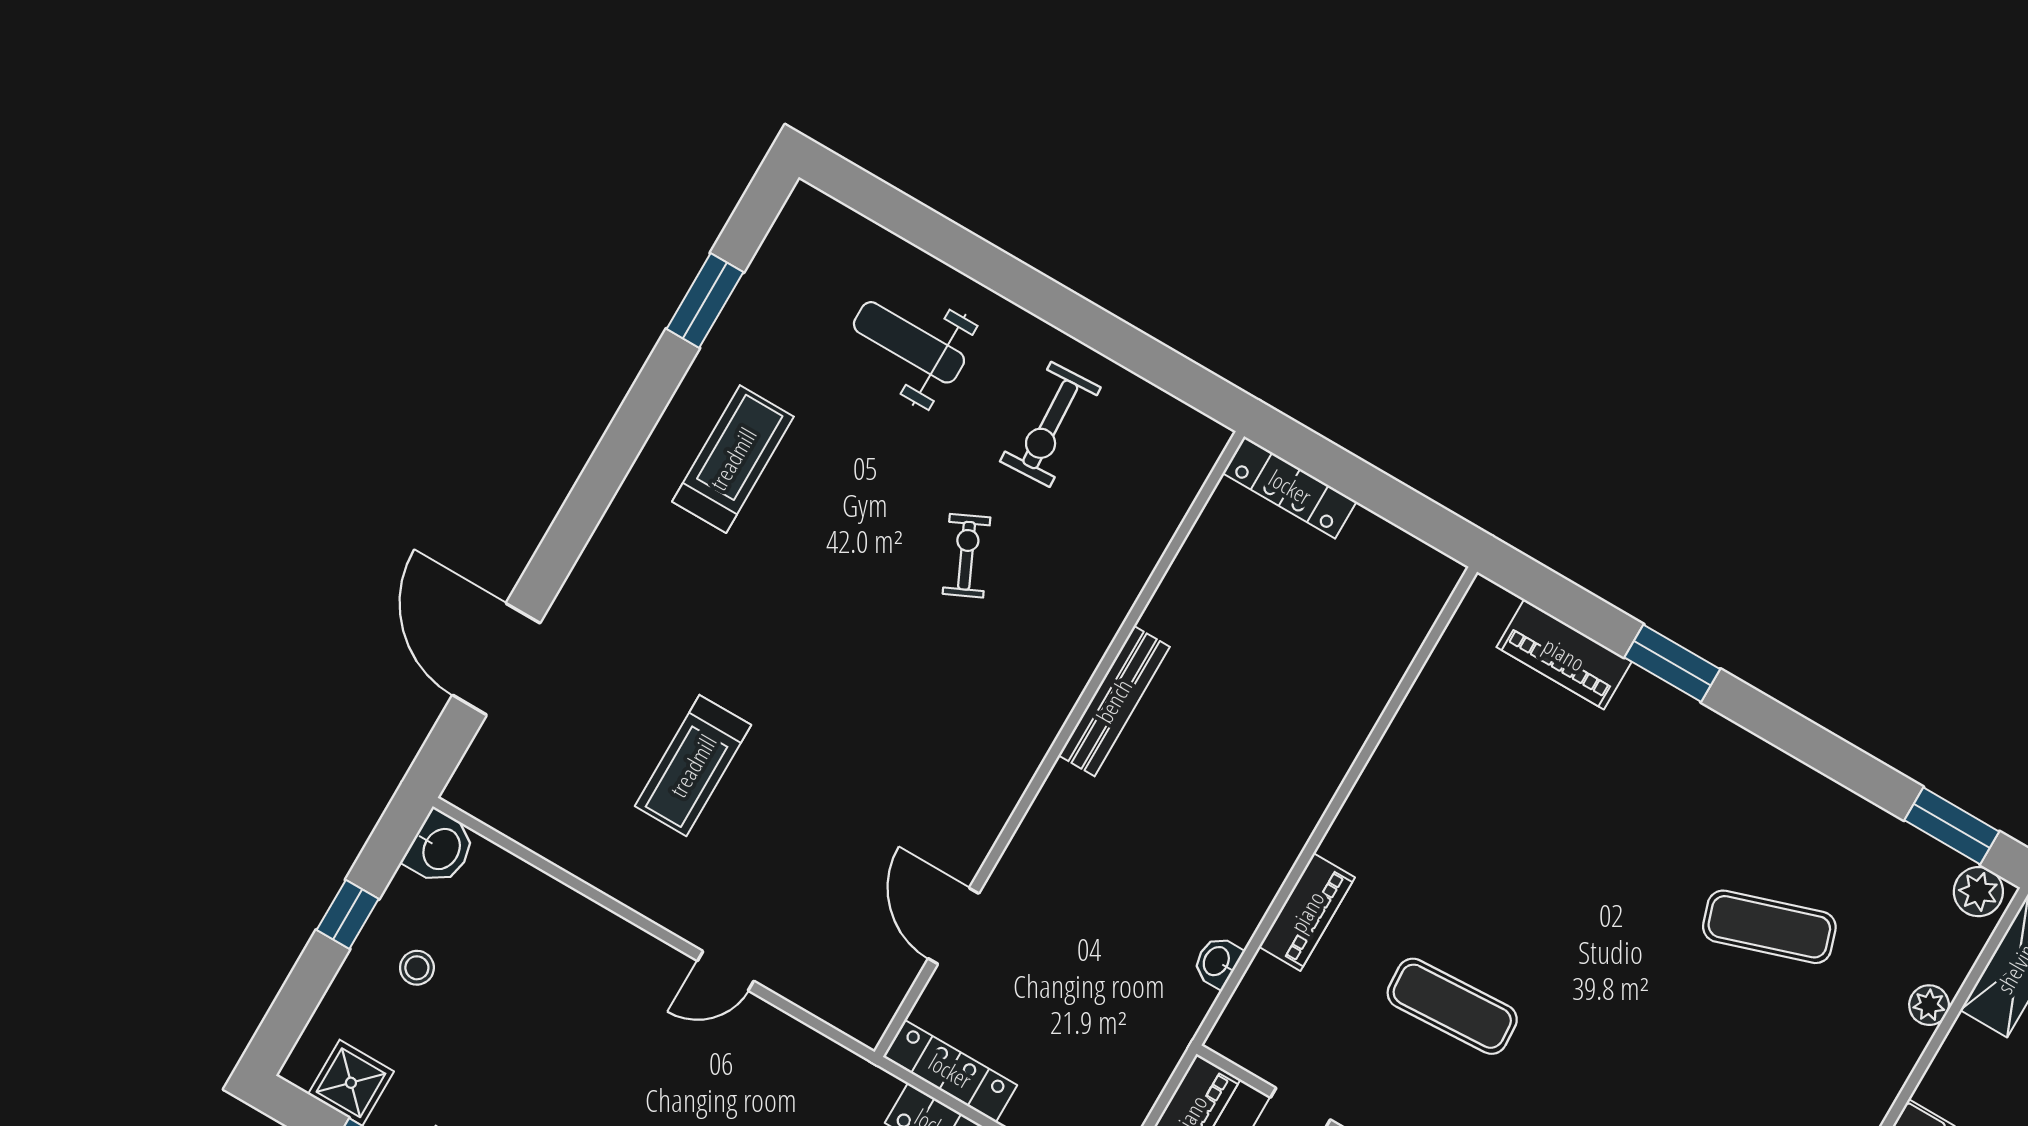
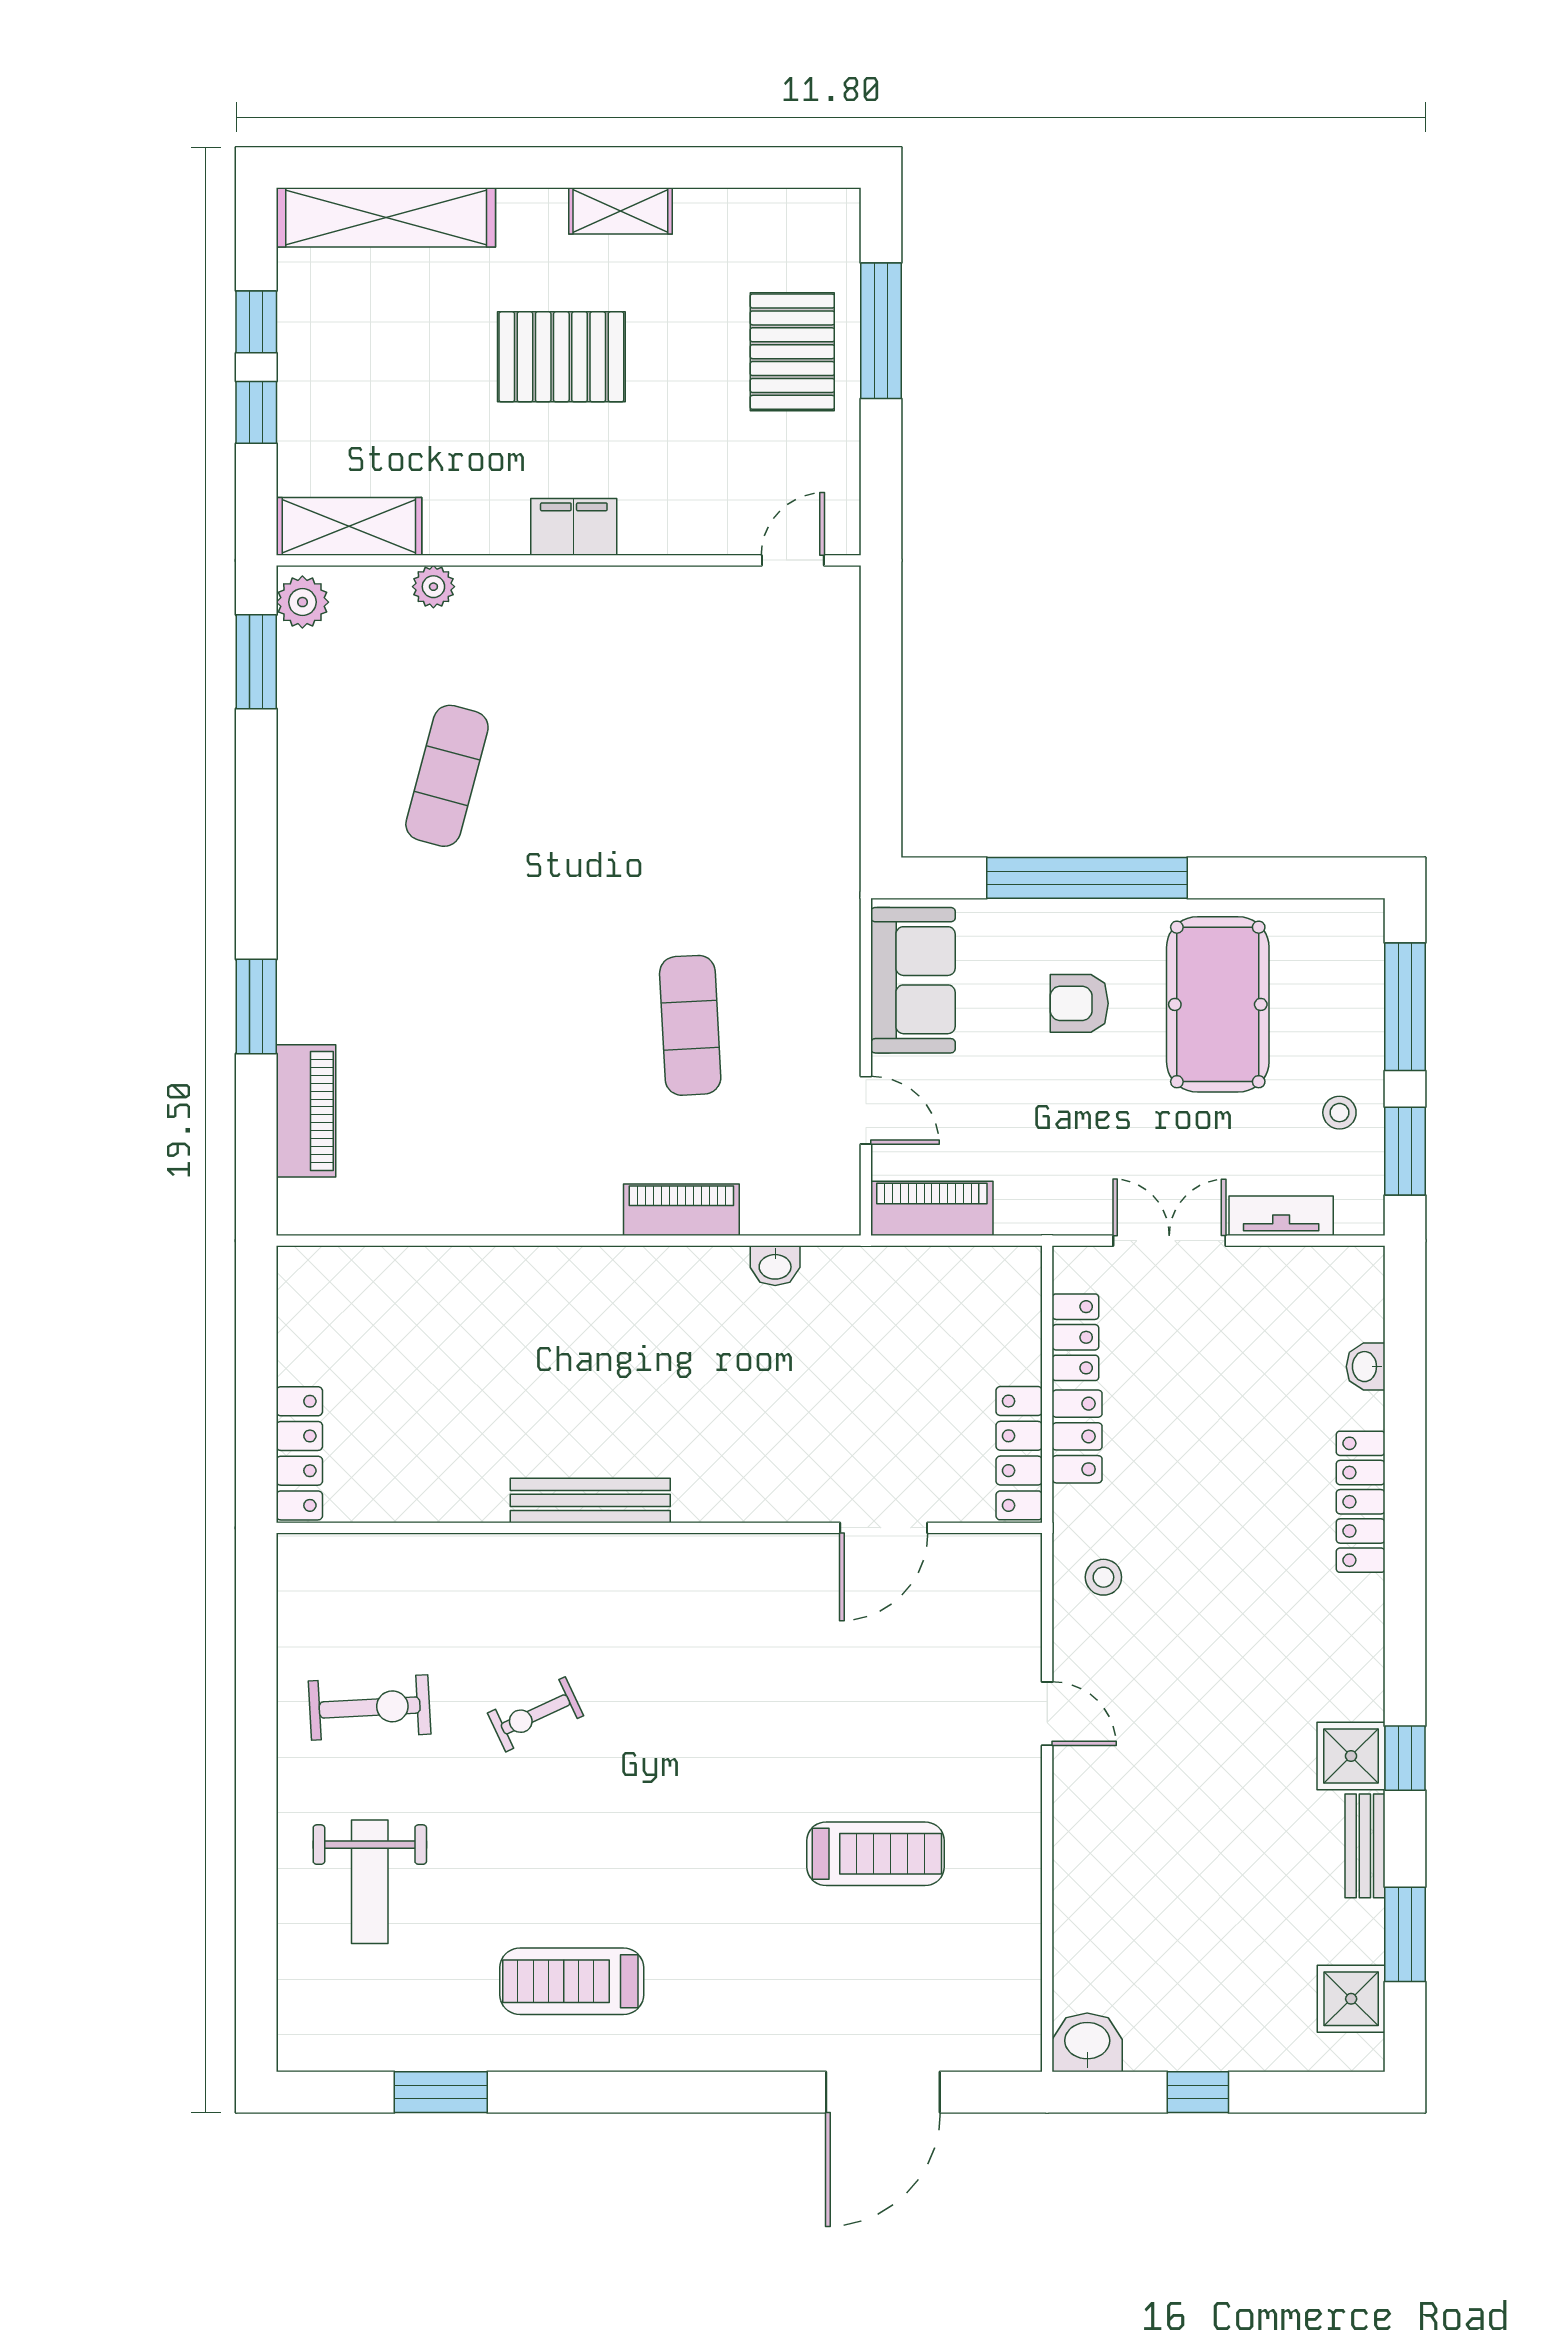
exercise mat: (1769, 927) -> (447, 776), turned 33
stool: (417, 968) -> (1103, 1577), moved

